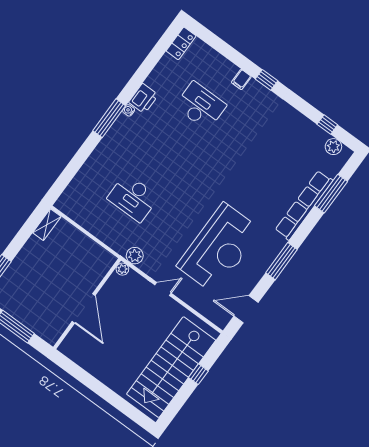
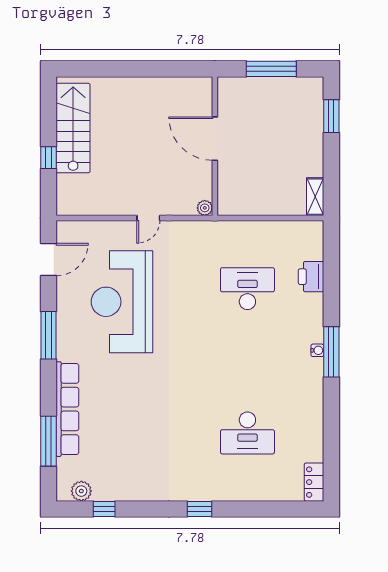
filing cabinet: (241, 79) -> (226, 490), removed
printer: (143, 99) -> (311, 277), moved
water cooler: (129, 110) -> (317, 350), moved
plant: (135, 256) -> (202, 231), removed
stairs: (171, 367) -> (73, 128), width x0.73, depth x0.66

